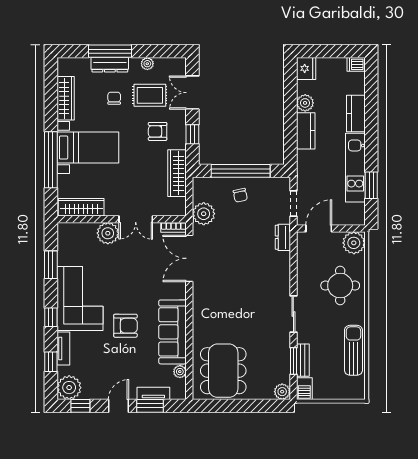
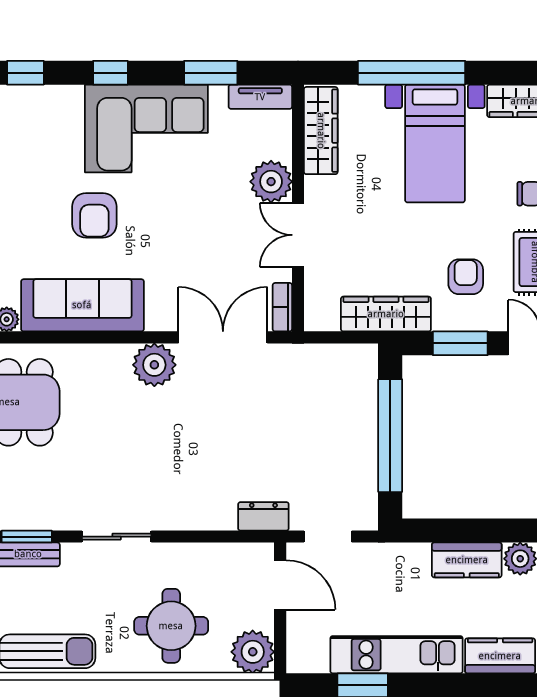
window: (192, 134) -> (460, 343), width x1.50
chair: (240, 195) -> (344, 435), removed
plant: (204, 214) -> (154, 365), moved
tv unit: (63, 348) -> (260, 97), moved

